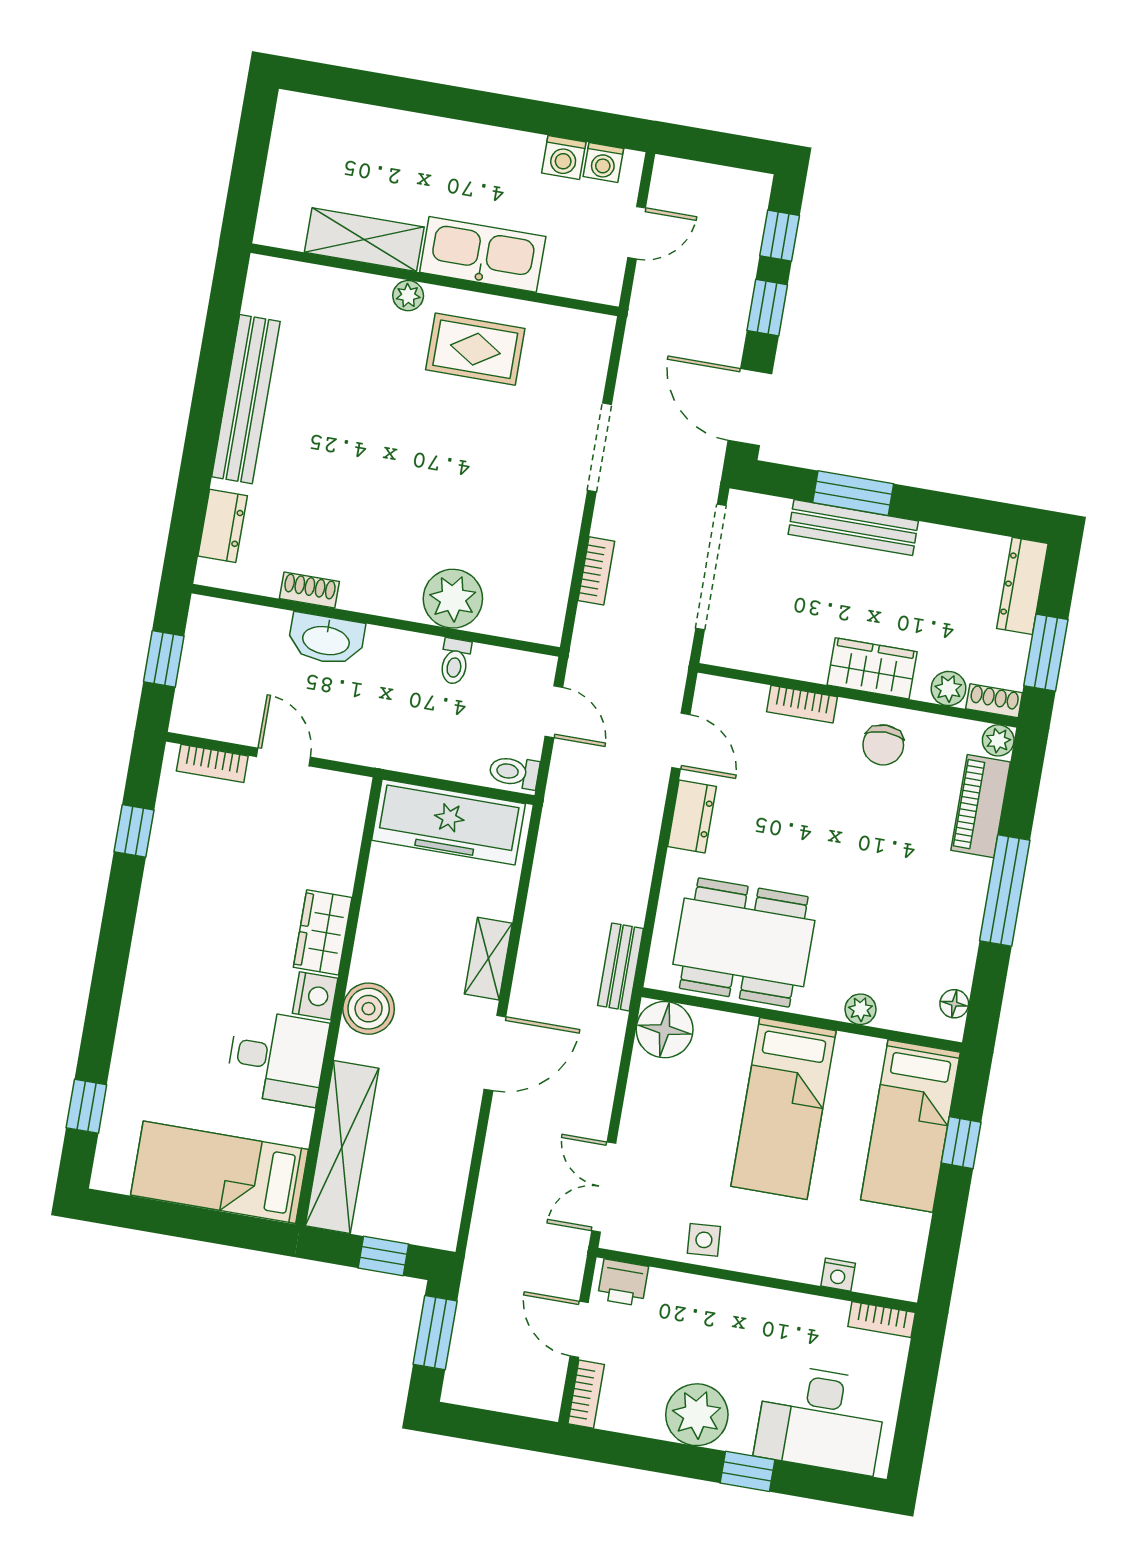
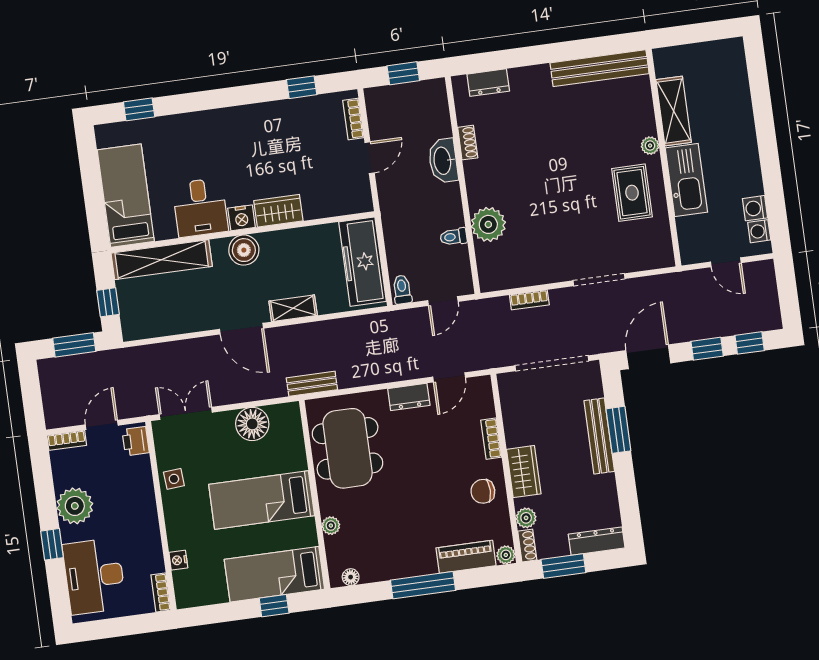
bench: (246, 399) -> (600, 68), moved
floor lamp: (665, 1030) -> (252, 424), moved

